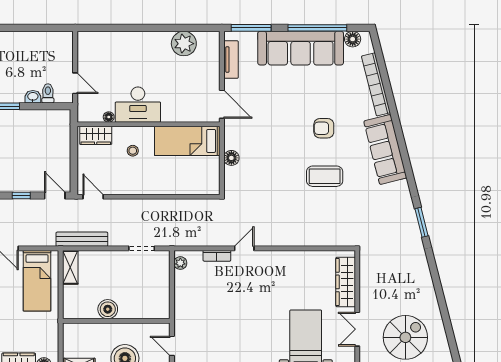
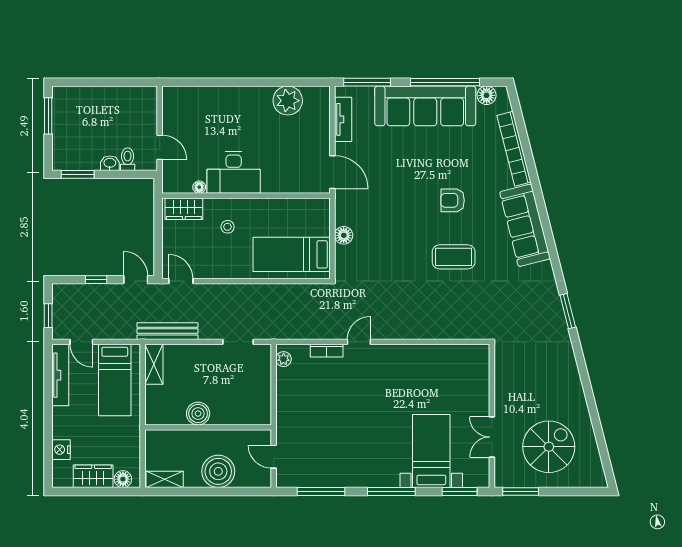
bed: (187, 141) -> (292, 254), moved
wardrobe: (346, 282) -> (478, 381), removed

